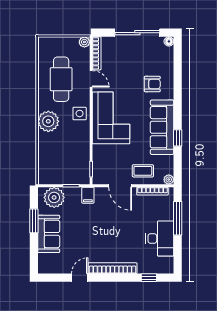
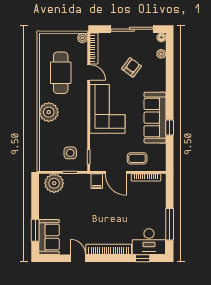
armchair: (152, 84) -> (131, 67), moved, turned -53
side table: (80, 113) -> (70, 153), moved
plant: (169, 180) -> (161, 54), moved
filing cabinet: (88, 195) -> (97, 181), moved
window: (178, 218) -> (170, 224), moved
window: (34, 221) -> (35, 230), moved
sofa: (49, 234) -> (49, 237), moved
desk: (160, 238) -> (149, 242), moved, turned 90
door: (80, 278) -> (78, 258), hinge flipped

